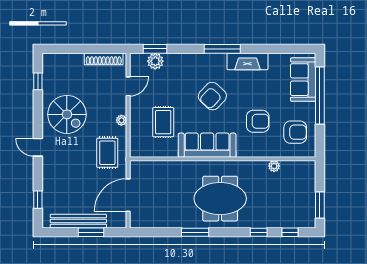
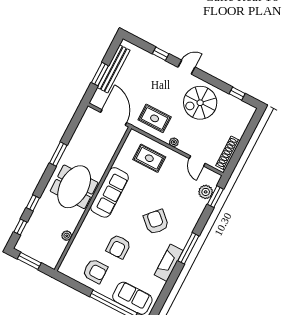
rug: (163, 122) -> (149, 158), moved
armchair: (295, 132) -> (95, 271), turned -90
sofa: (207, 145) -> (109, 192), moved
wall: (223, 159) -> (93, 199), moved
plant: (274, 166) -> (67, 236), moved
window: (38, 200) -> (161, 54), moved

